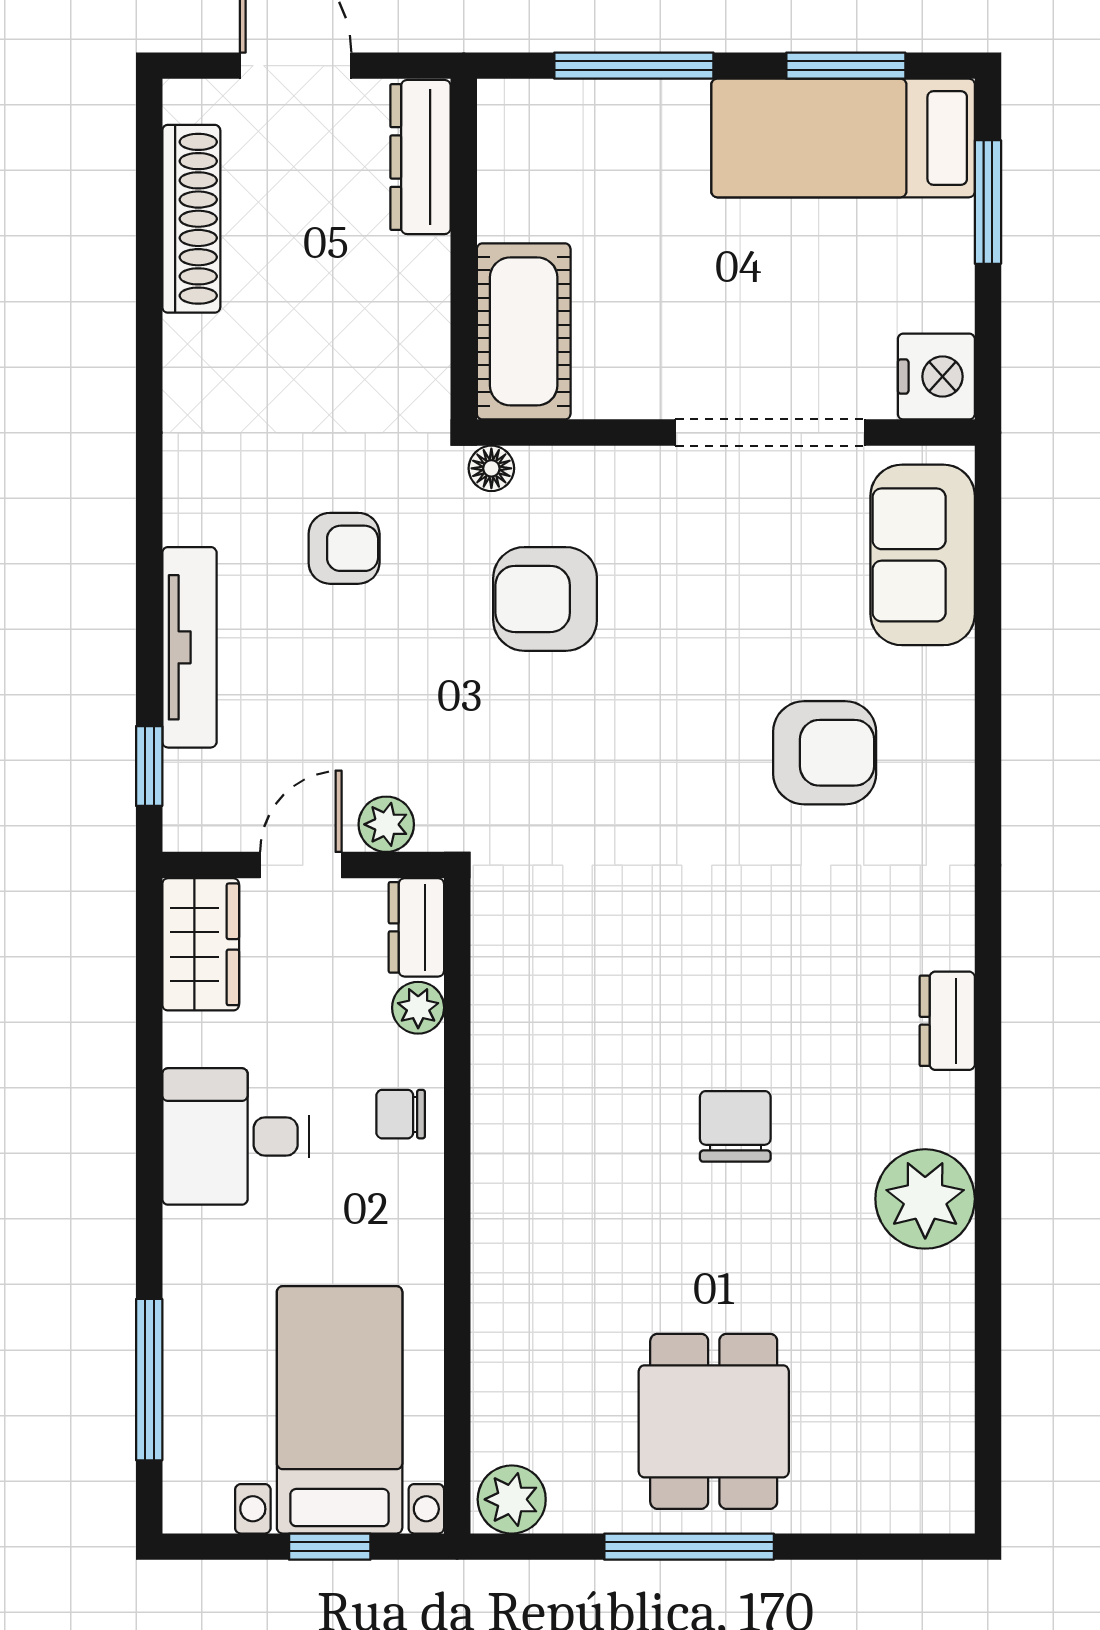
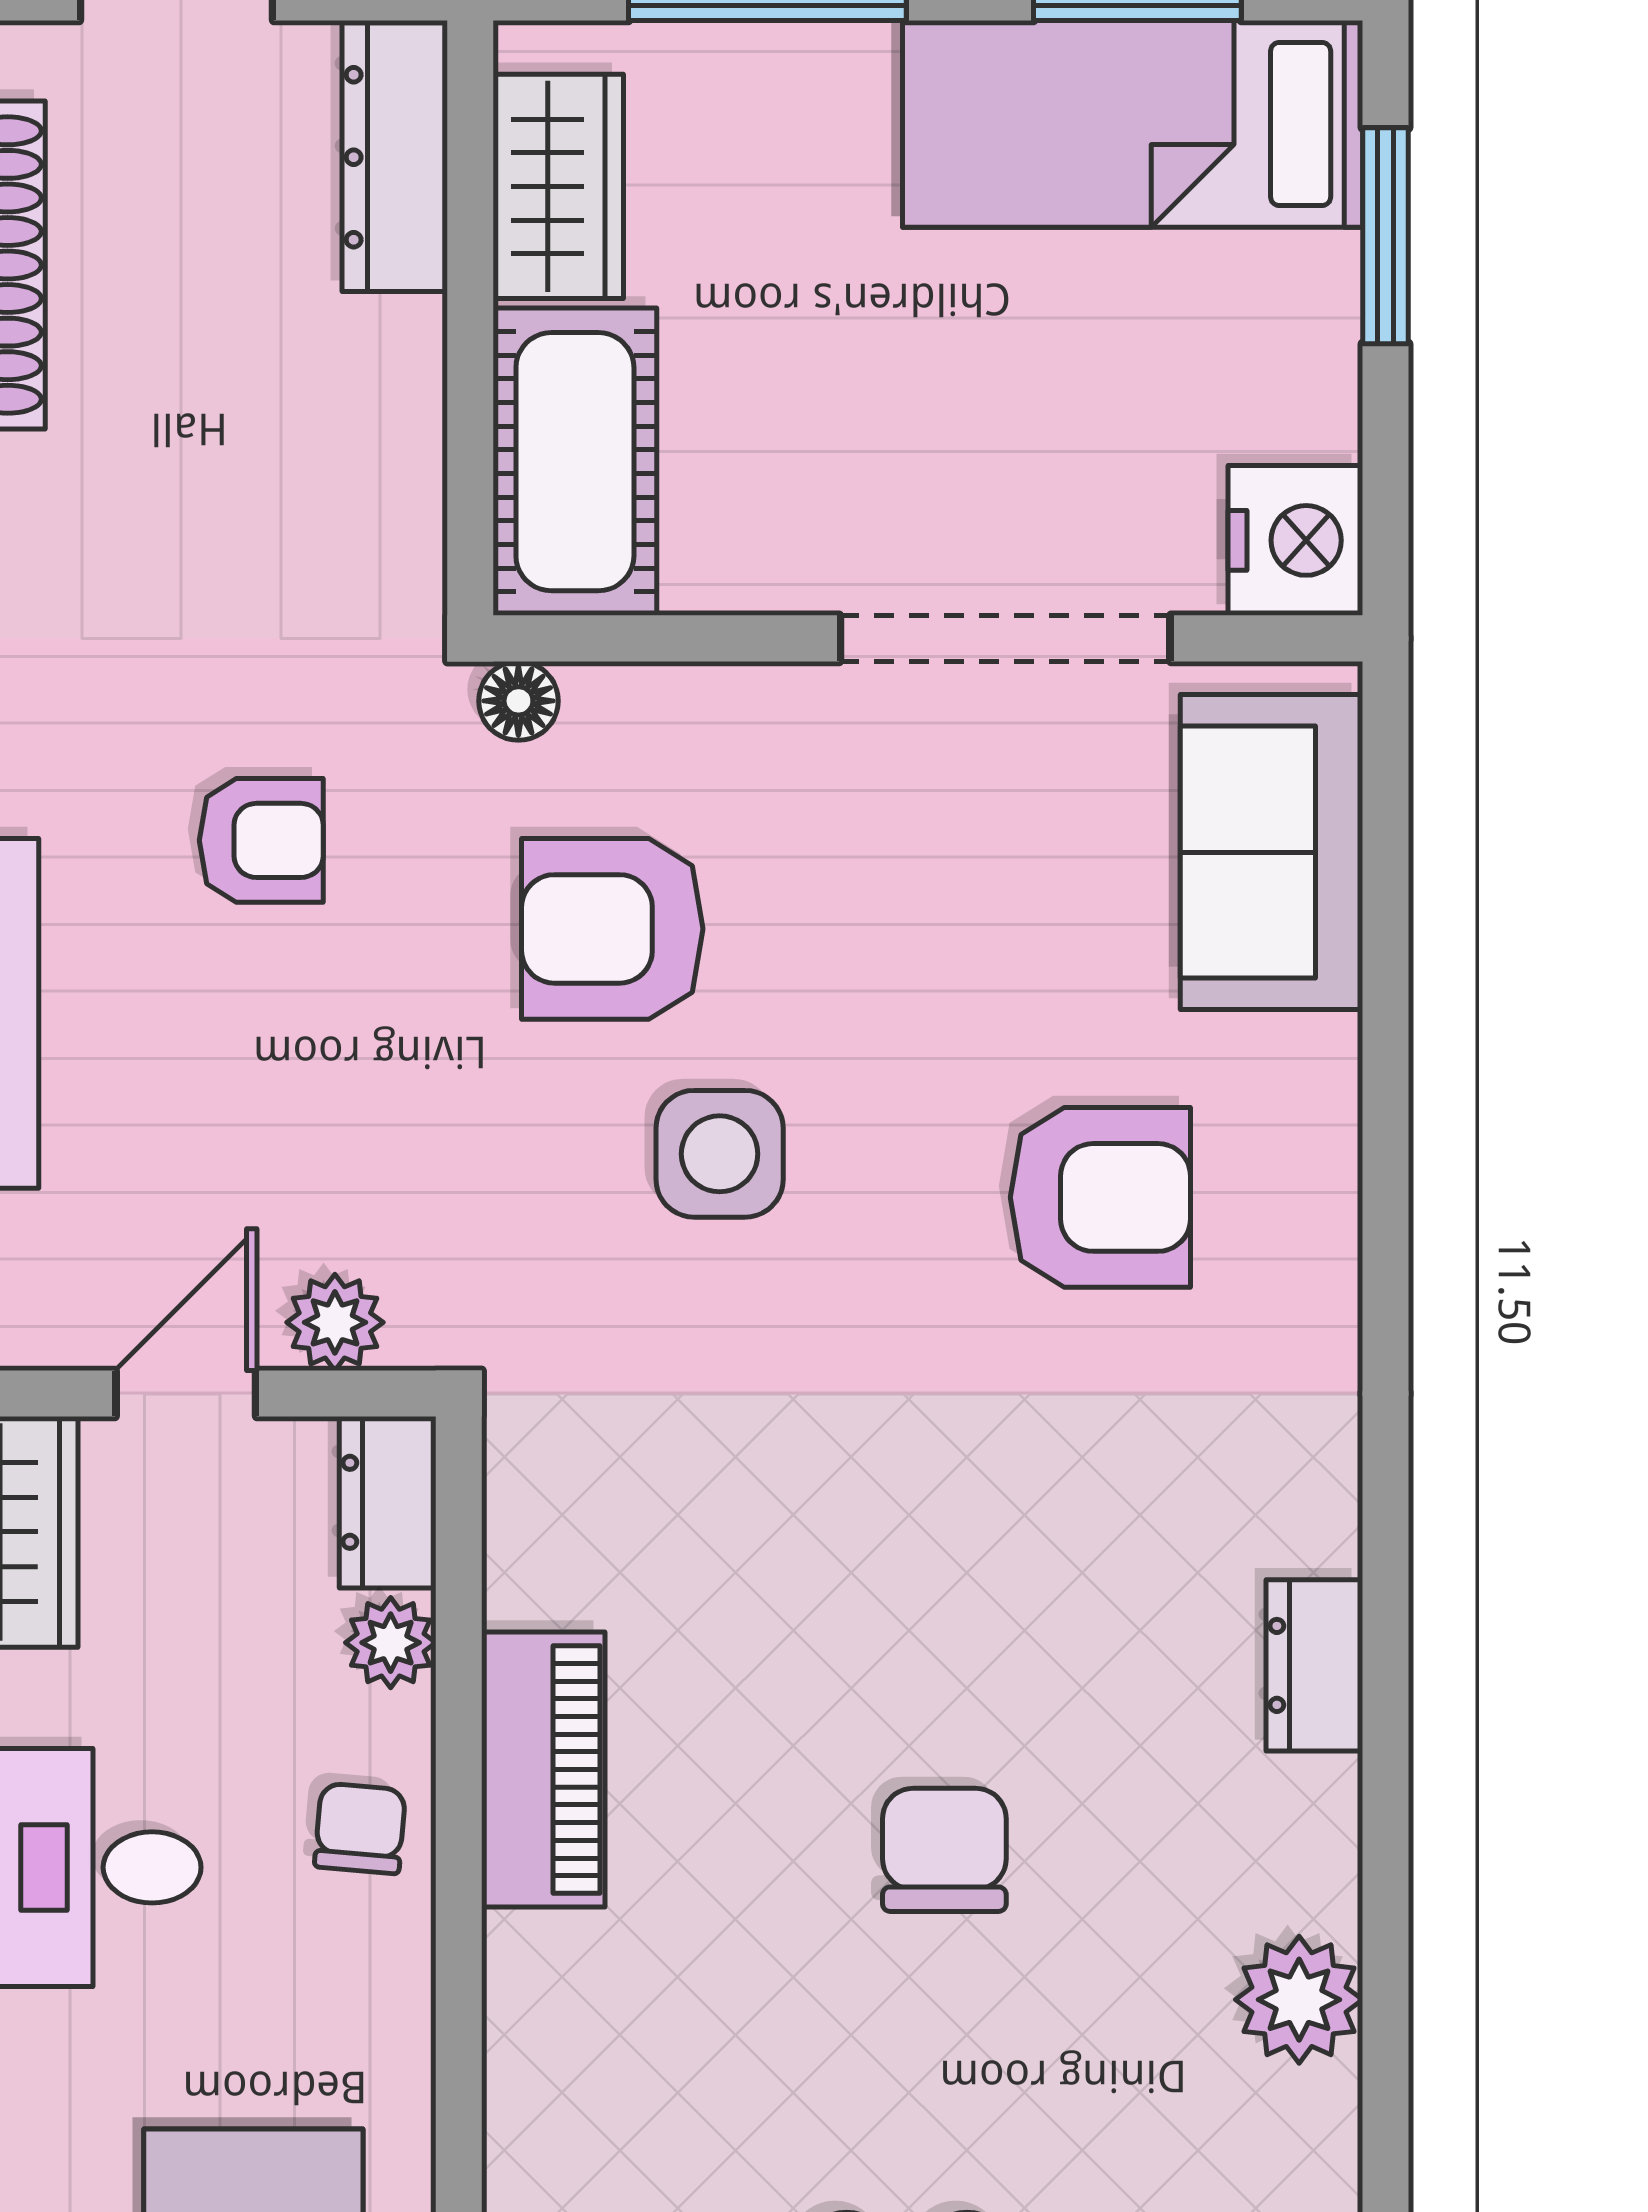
wardrobe: (514, 174) -> (558, 186), added
side table: (607, 728) -> (720, 1154), added
piano: (506, 1080) -> (543, 1770), added
chair: (401, 1114) -> (360, 1828), turned 95
plant: (925, 1199) -> (1299, 2000), width x0.73, depth x0.73

